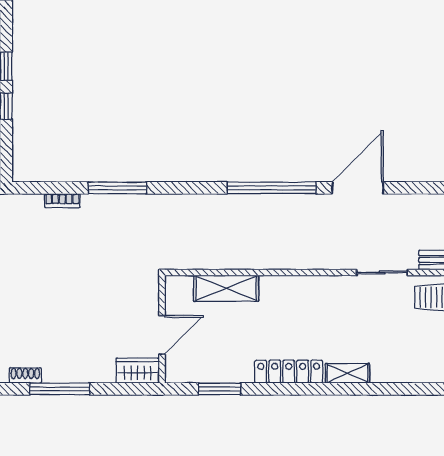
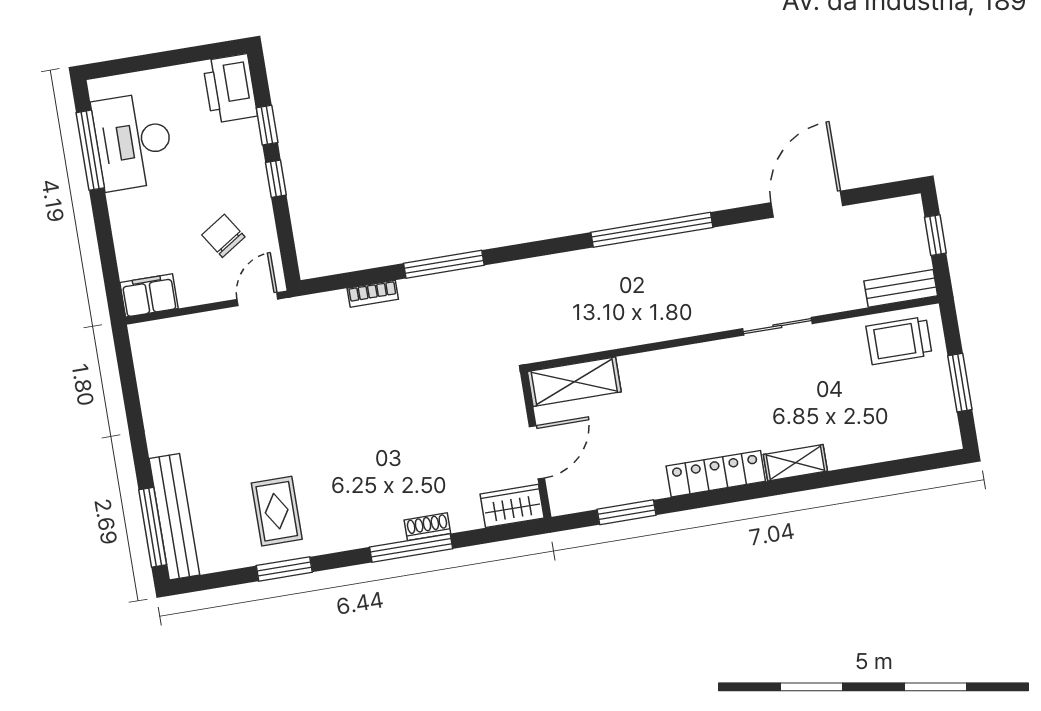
door: (358, 188) -> (807, 204), moved
sliding door: (382, 272) -> (777, 326), moved
shelving: (226, 288) -> (574, 382), moved
shoe rack: (25, 375) -> (427, 527), moved

